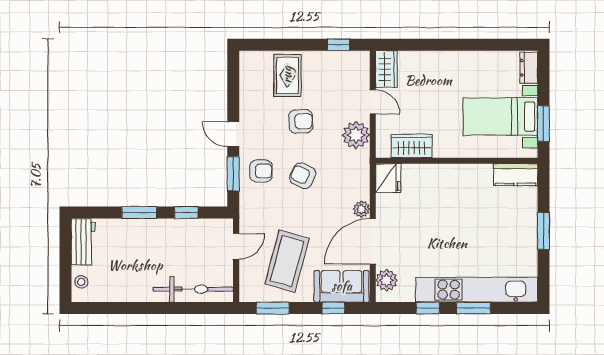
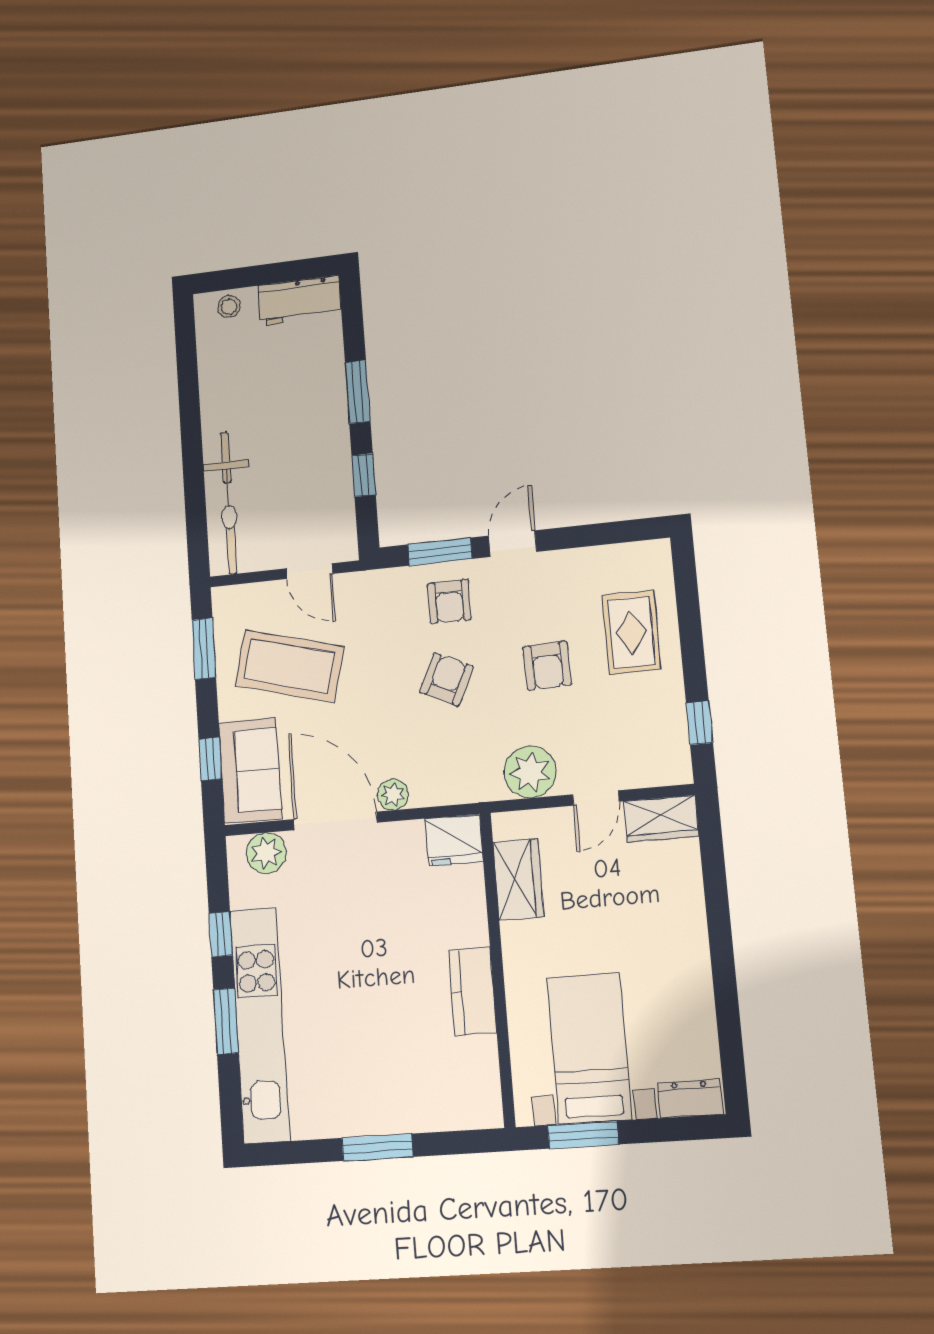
rug: (287, 75) -> (631, 632), turned 90
kitchen counter: (516, 175) -> (473, 991), moved

